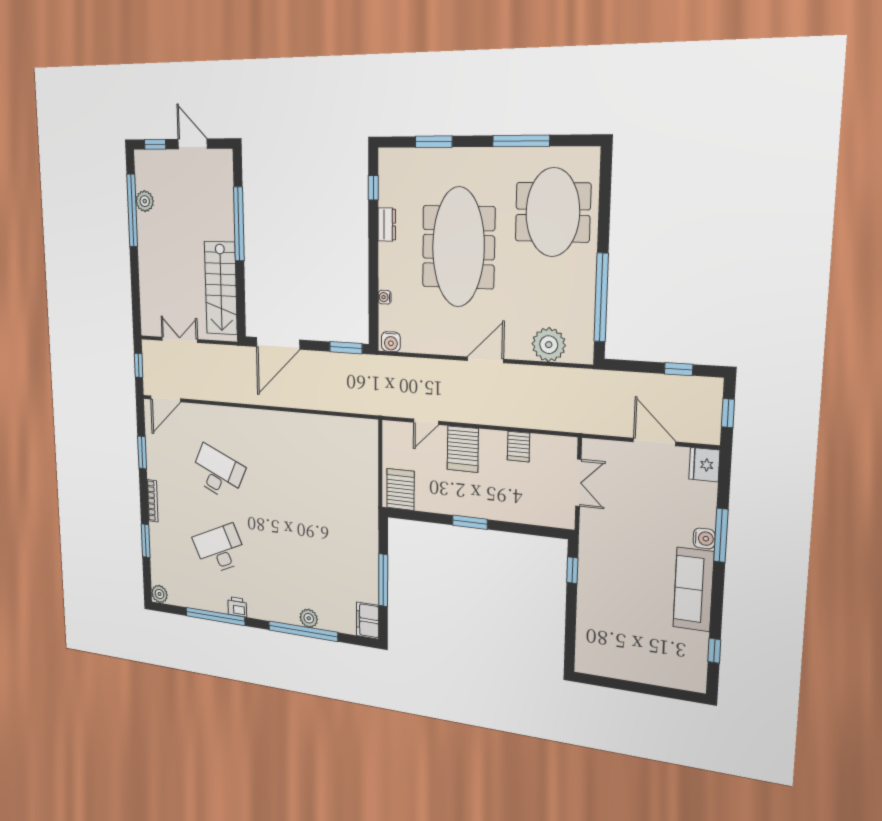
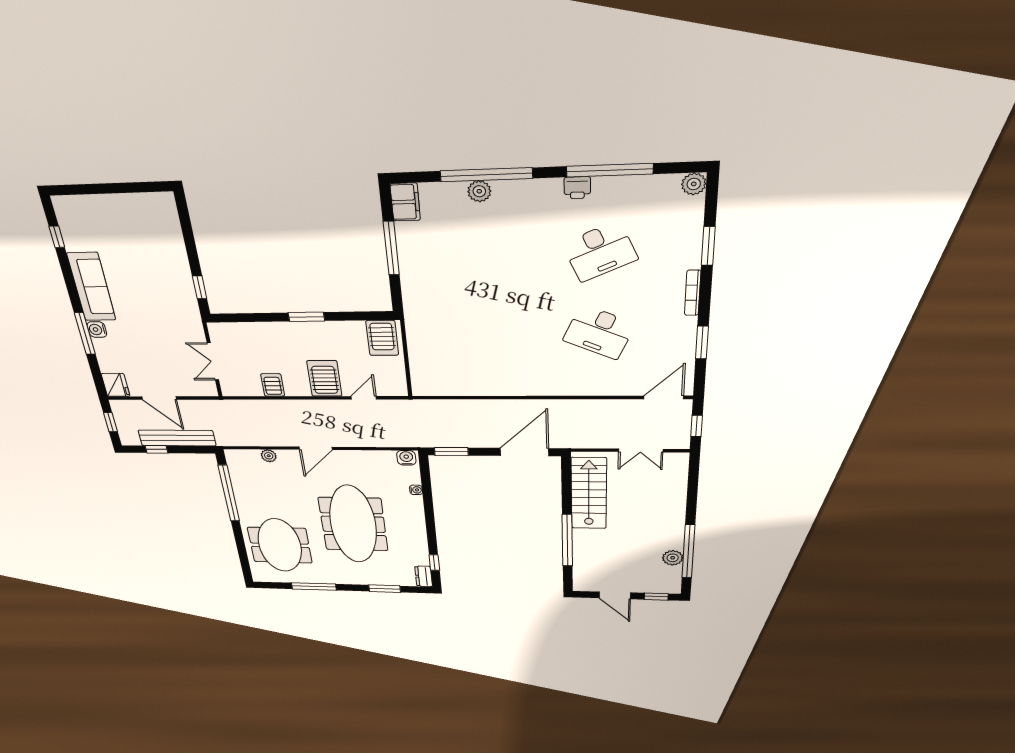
dresser: (387, 224) -> (424, 576), moved
plant: (549, 345) -> (269, 456), width x0.53, depth x0.53
bench: (647, 384) -> (177, 438), added

